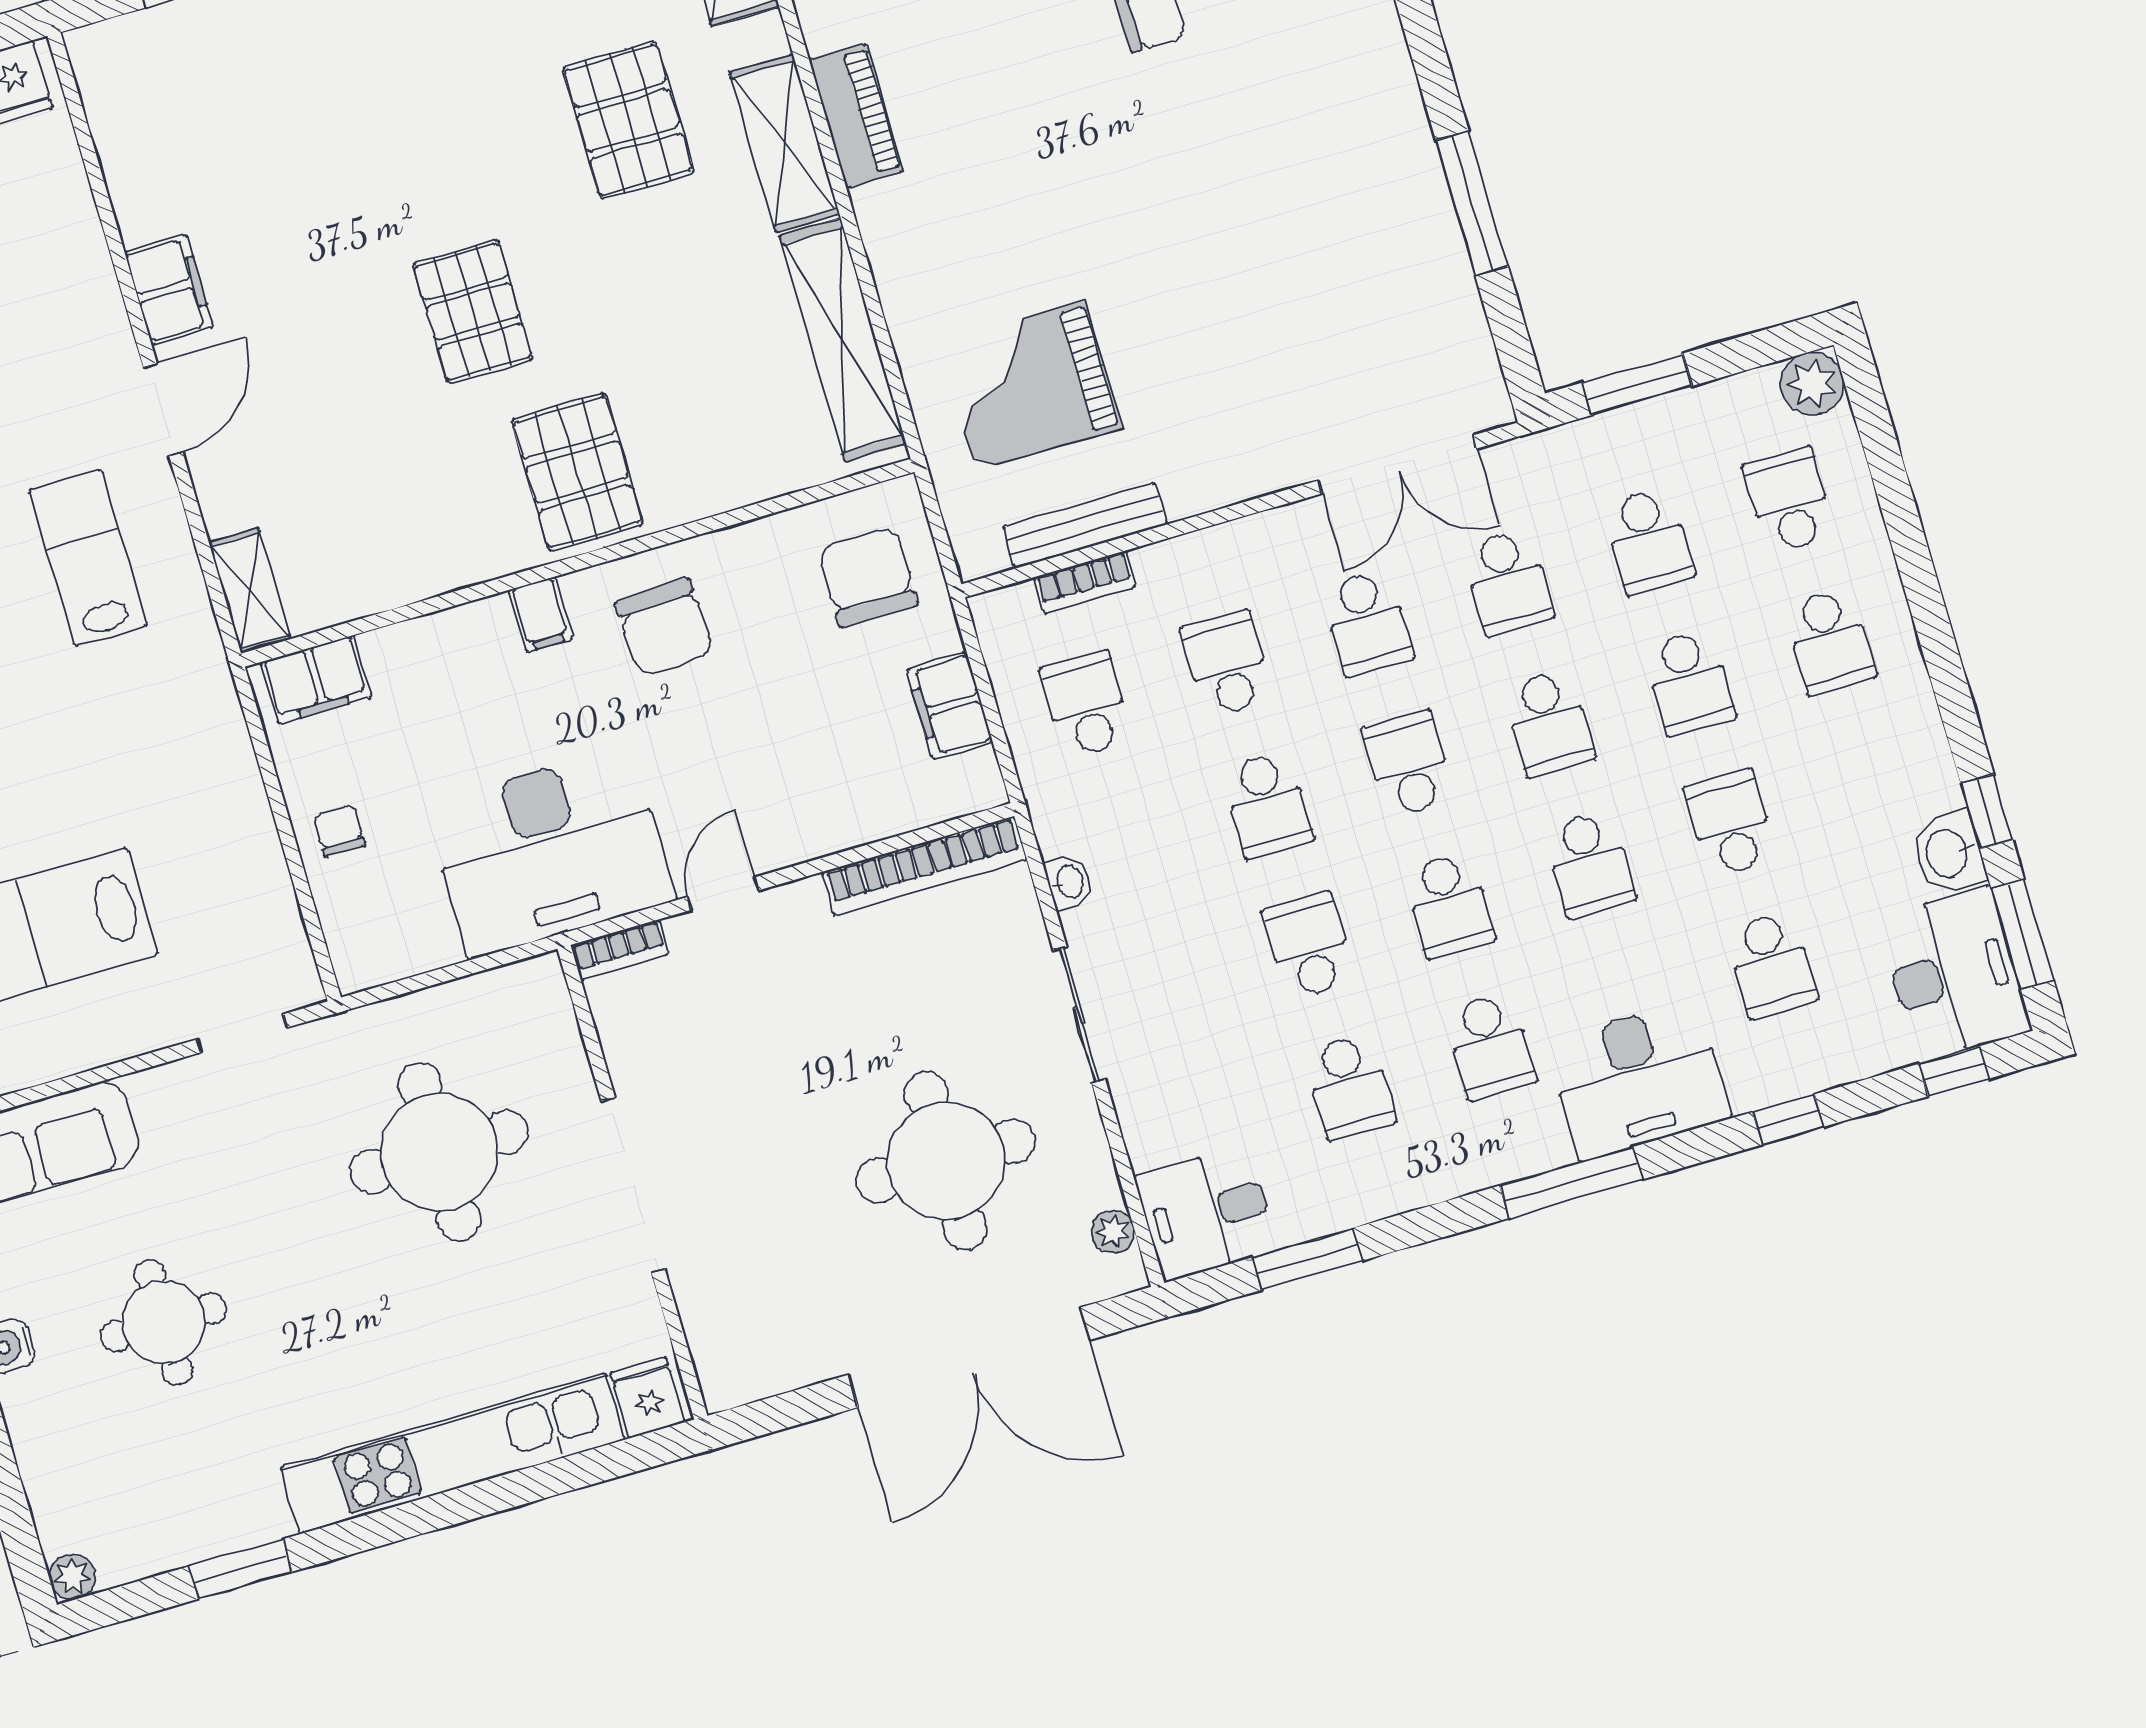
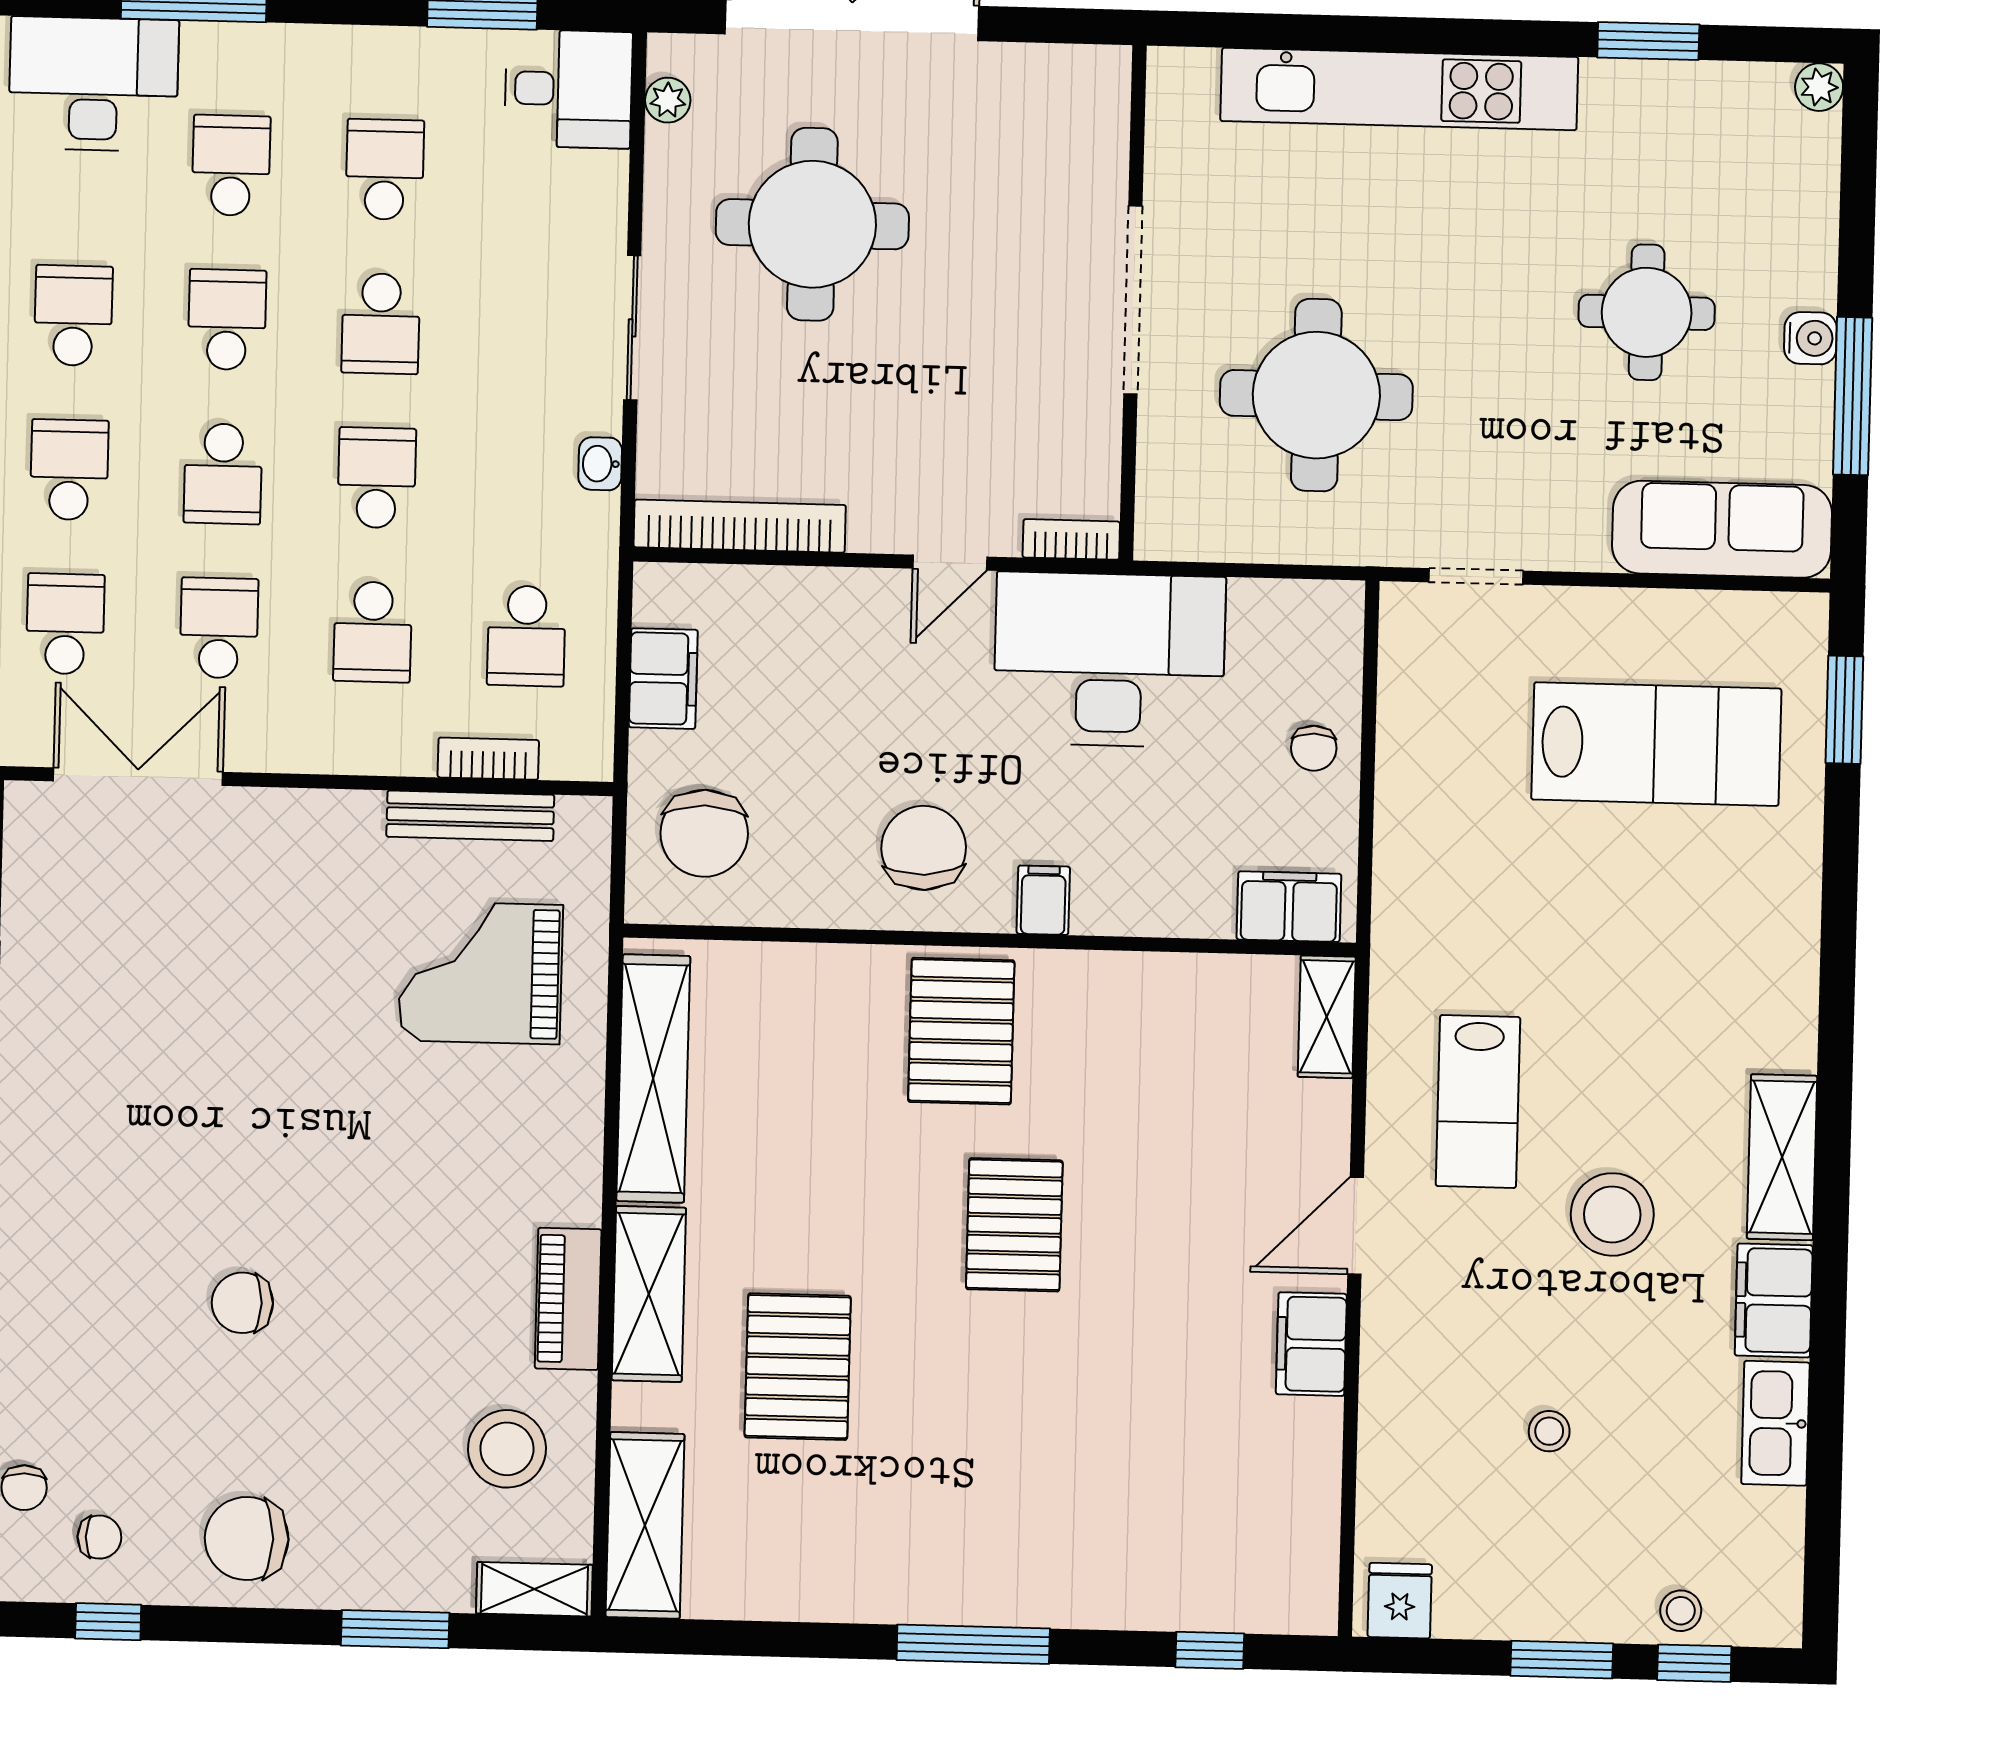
grand piano: (1030, 386) -> (480, 973), turned 180
fridge: (647, 1397) -> (1186, 83), removed

